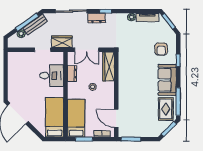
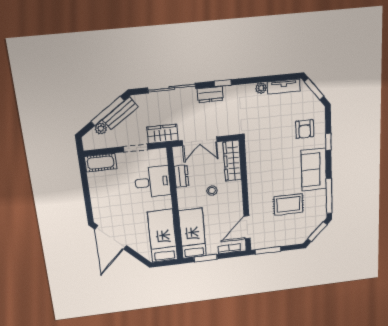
cot: (18, 57) -> (101, 163), added
rug: (166, 109) -> (288, 204), moved, turned 90
door: (116, 118) -> (247, 227), hinge flipped

